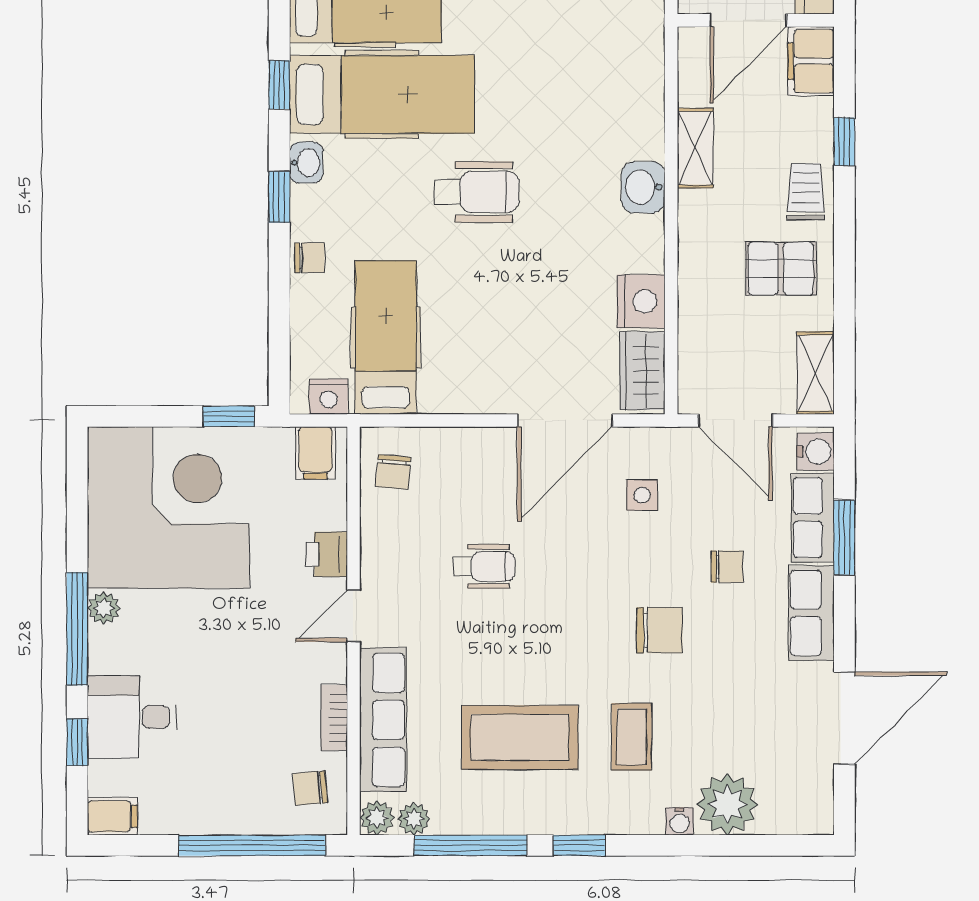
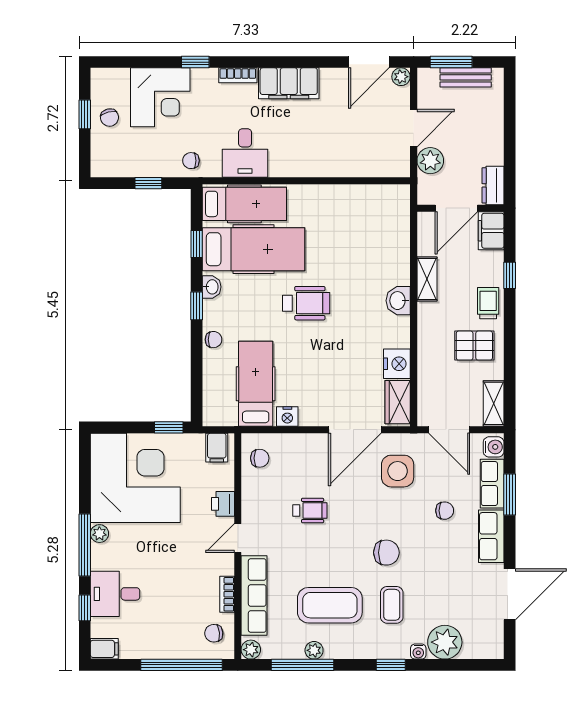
nightstand: (328, 397) -> (287, 416), moved
chair: (393, 472) -> (260, 458), turned -95
side table: (642, 495) -> (398, 471), width x1.87, depth x1.87
chair: (659, 630) -> (386, 553), moved
plant: (414, 819) -> (314, 650), moved
window: (579, 845) -> (391, 665), moved

